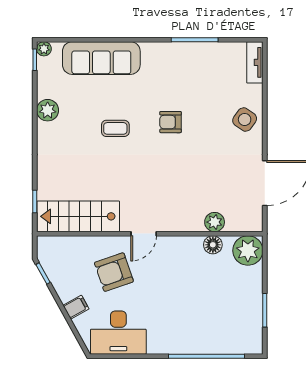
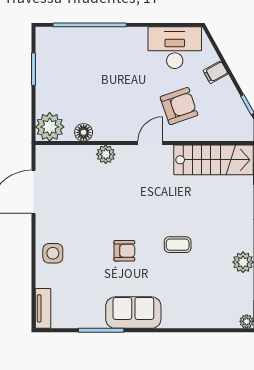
sofa: (101, 58) -> (133, 313), moved, width x0.73
side table: (245, 120) -> (53, 253), turned -35
plant: (215, 222) -> (106, 154), moved

